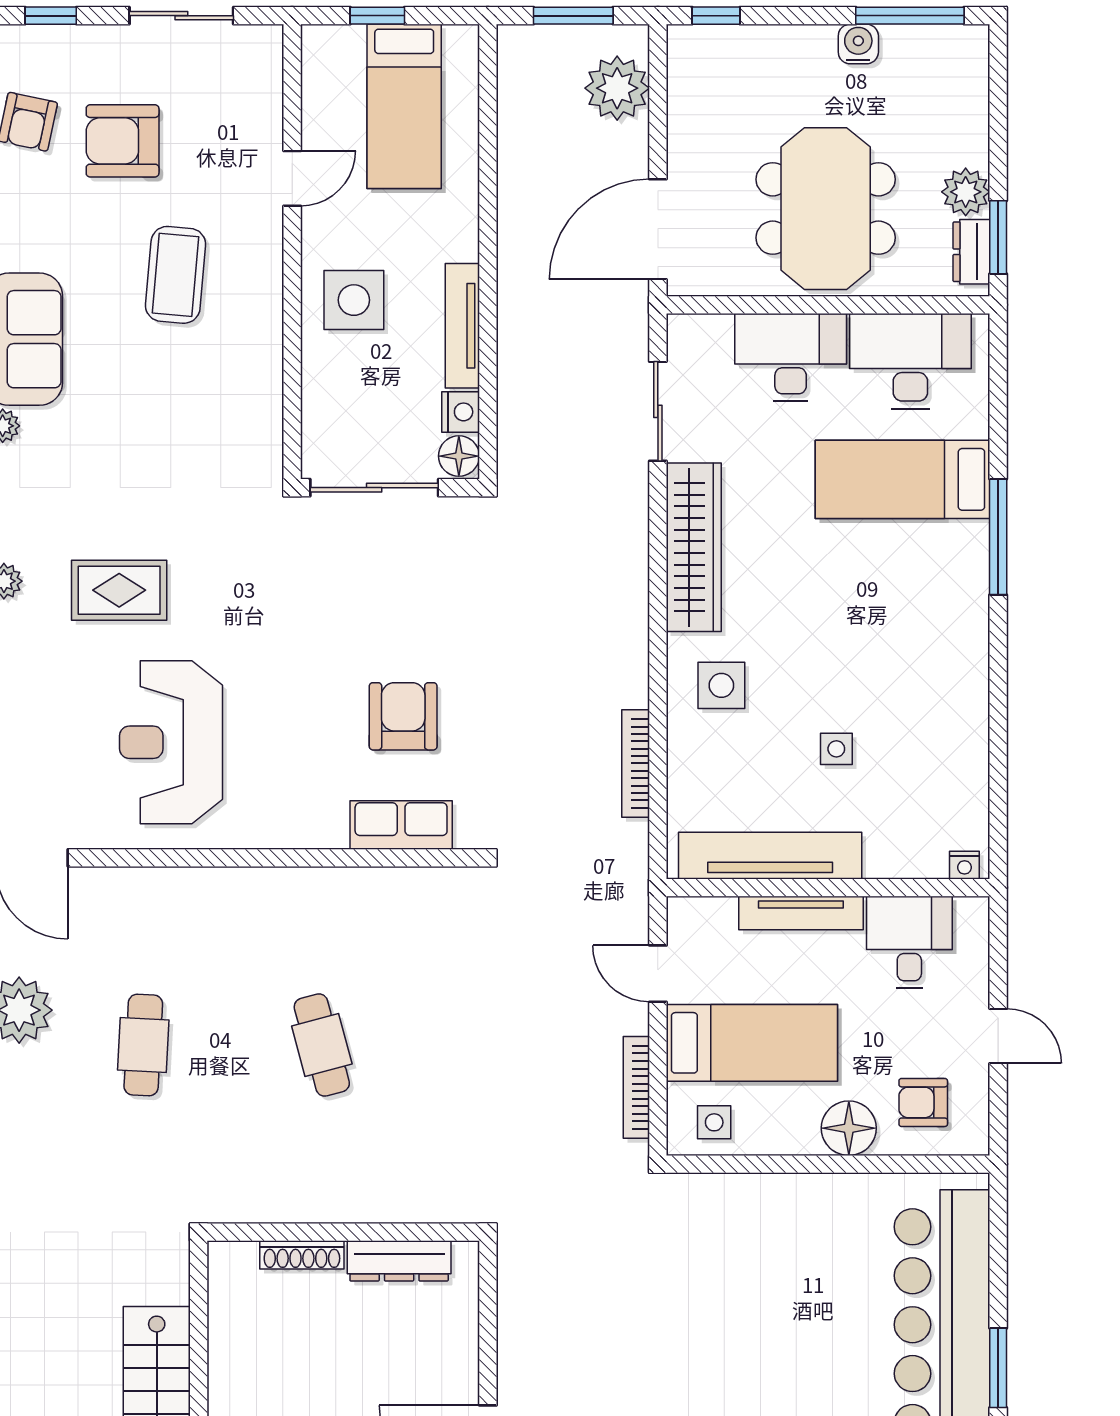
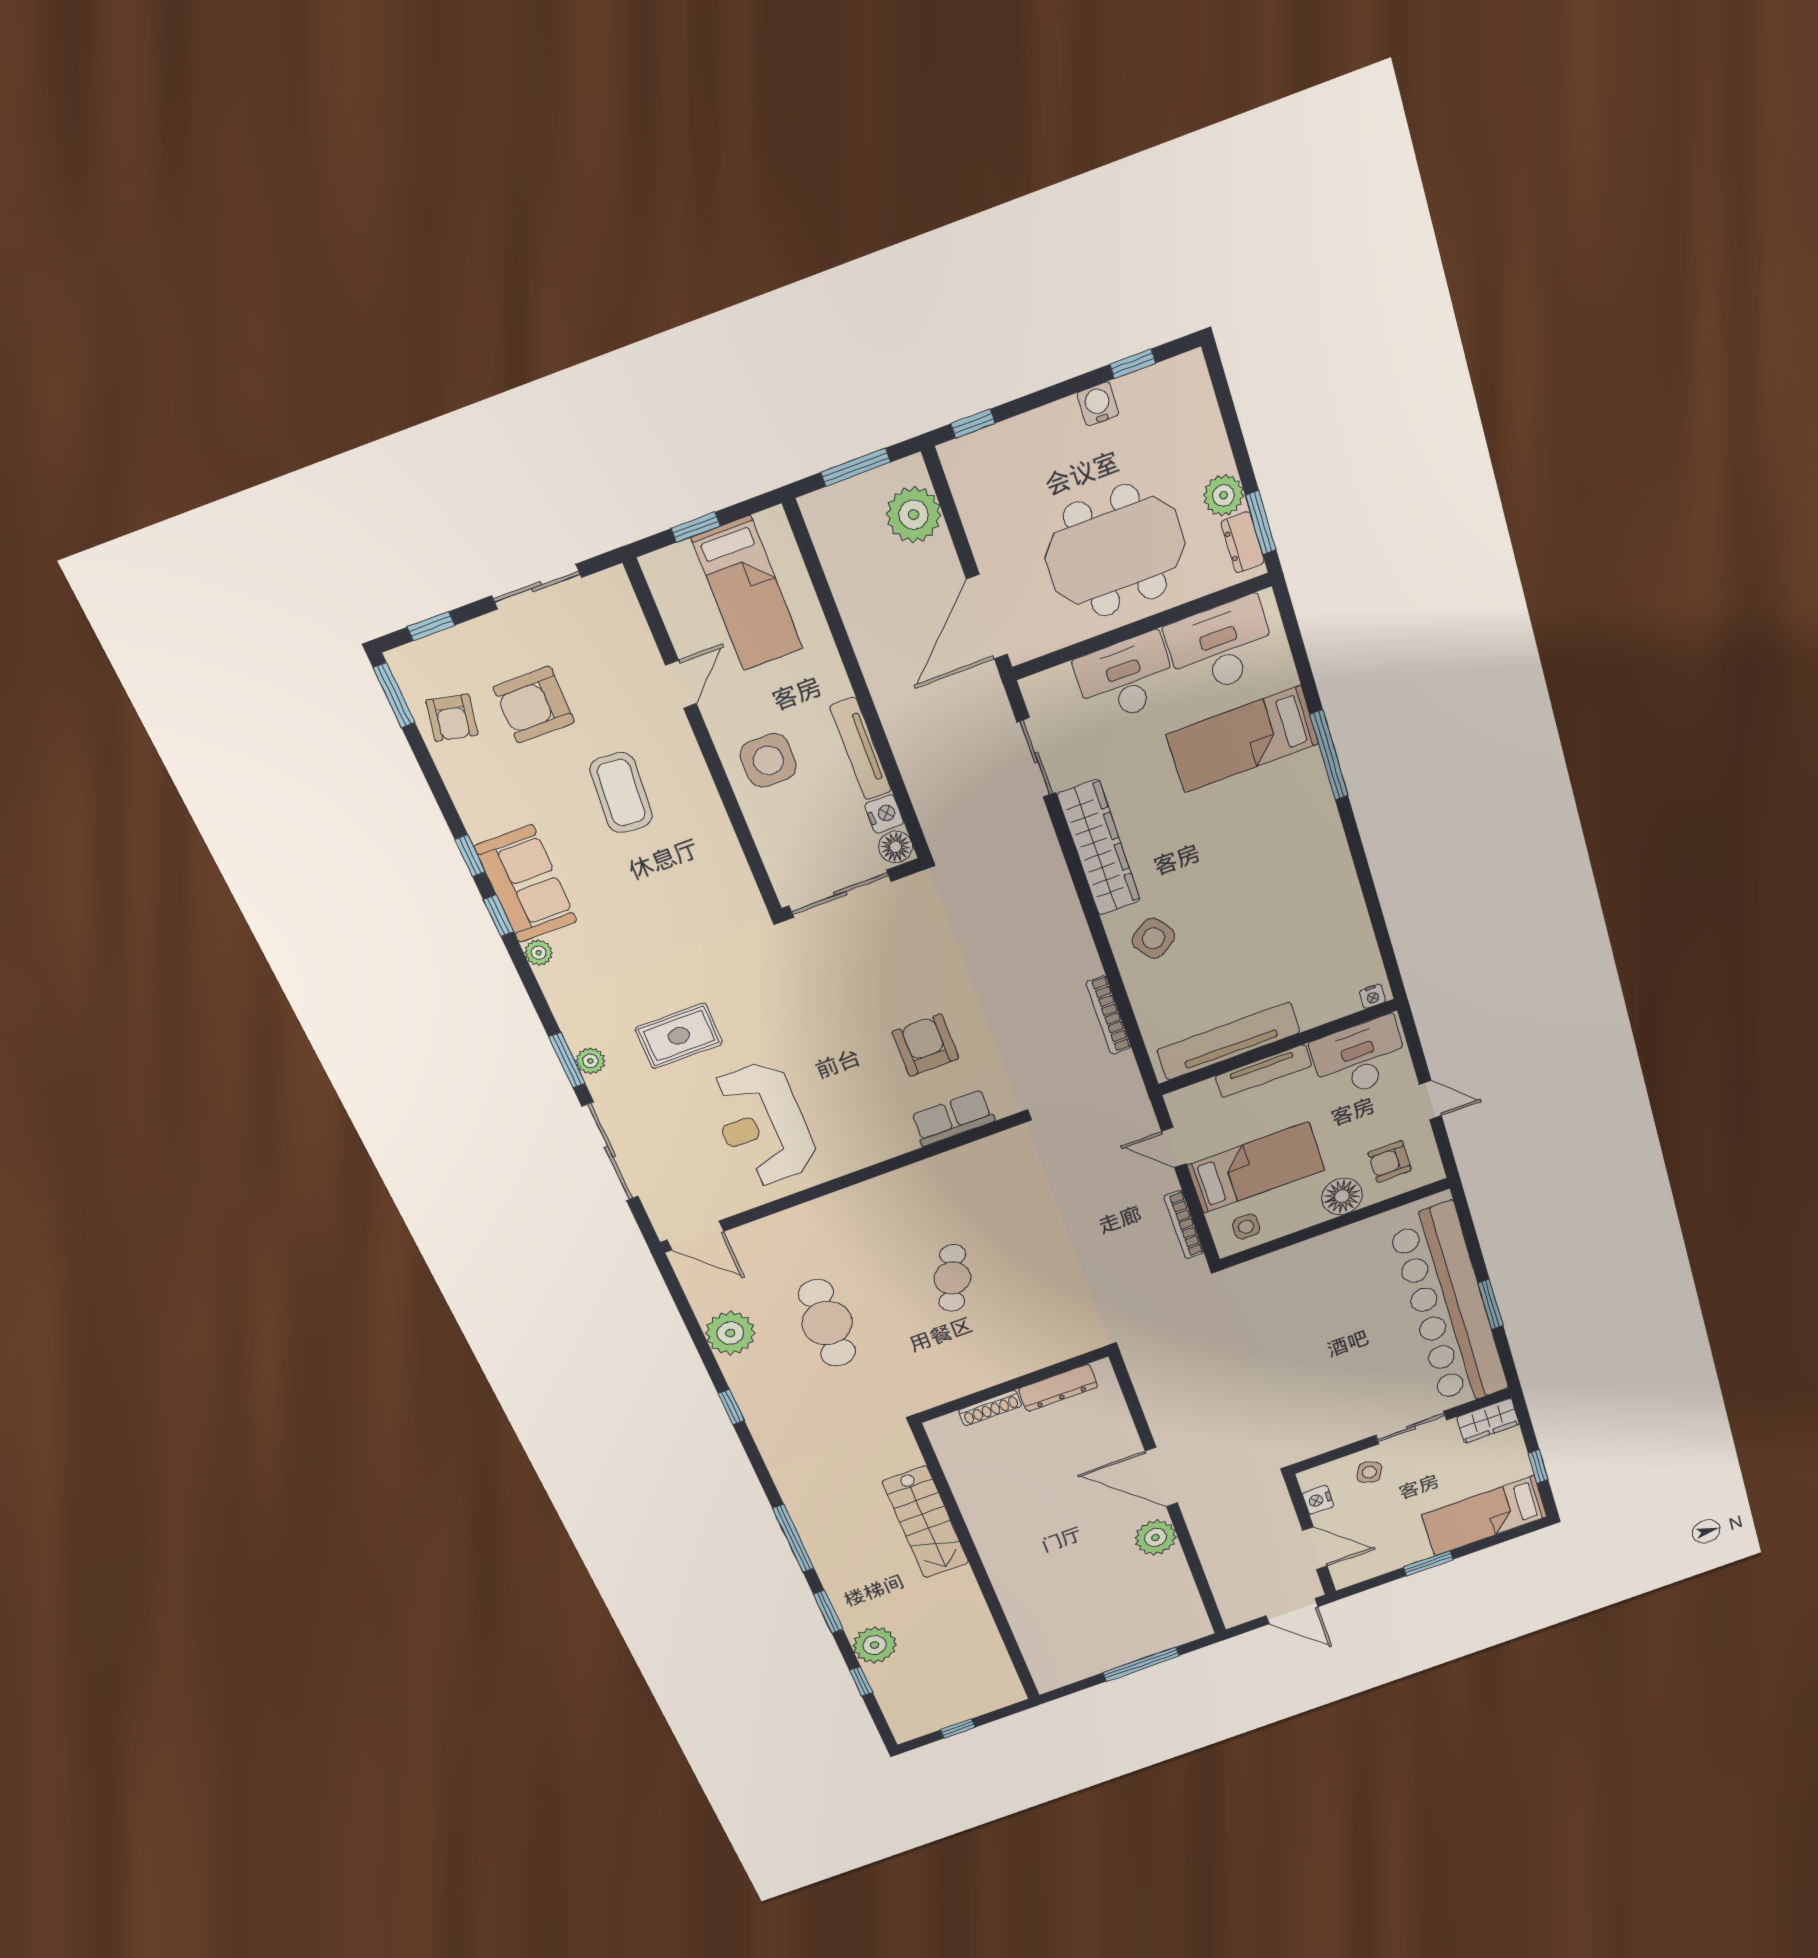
window: (910, 16) -> (1133, 364), width x0.46
meeting table: (826, 209) -> (1115, 551), turned 90
side table: (721, 685) -> (1153, 938), turned -34
side table: (836, 749) -> (1254, 951), removed
desk: (909, 942) -> (1360, 1058), width x1.37
cafe table: (143, 1045) -> (827, 1323), width x1.37, depth x1.35
cafe table: (322, 1045) -> (952, 1278), turned 36

